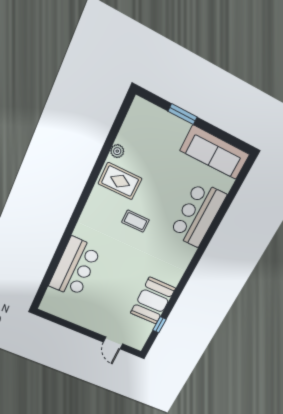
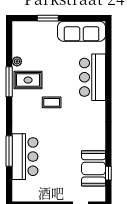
window: (96, 172) -> (9, 82), added
window: (59, 253) -> (9, 151), added
booth: (153, 301) -> (94, 168), moved

